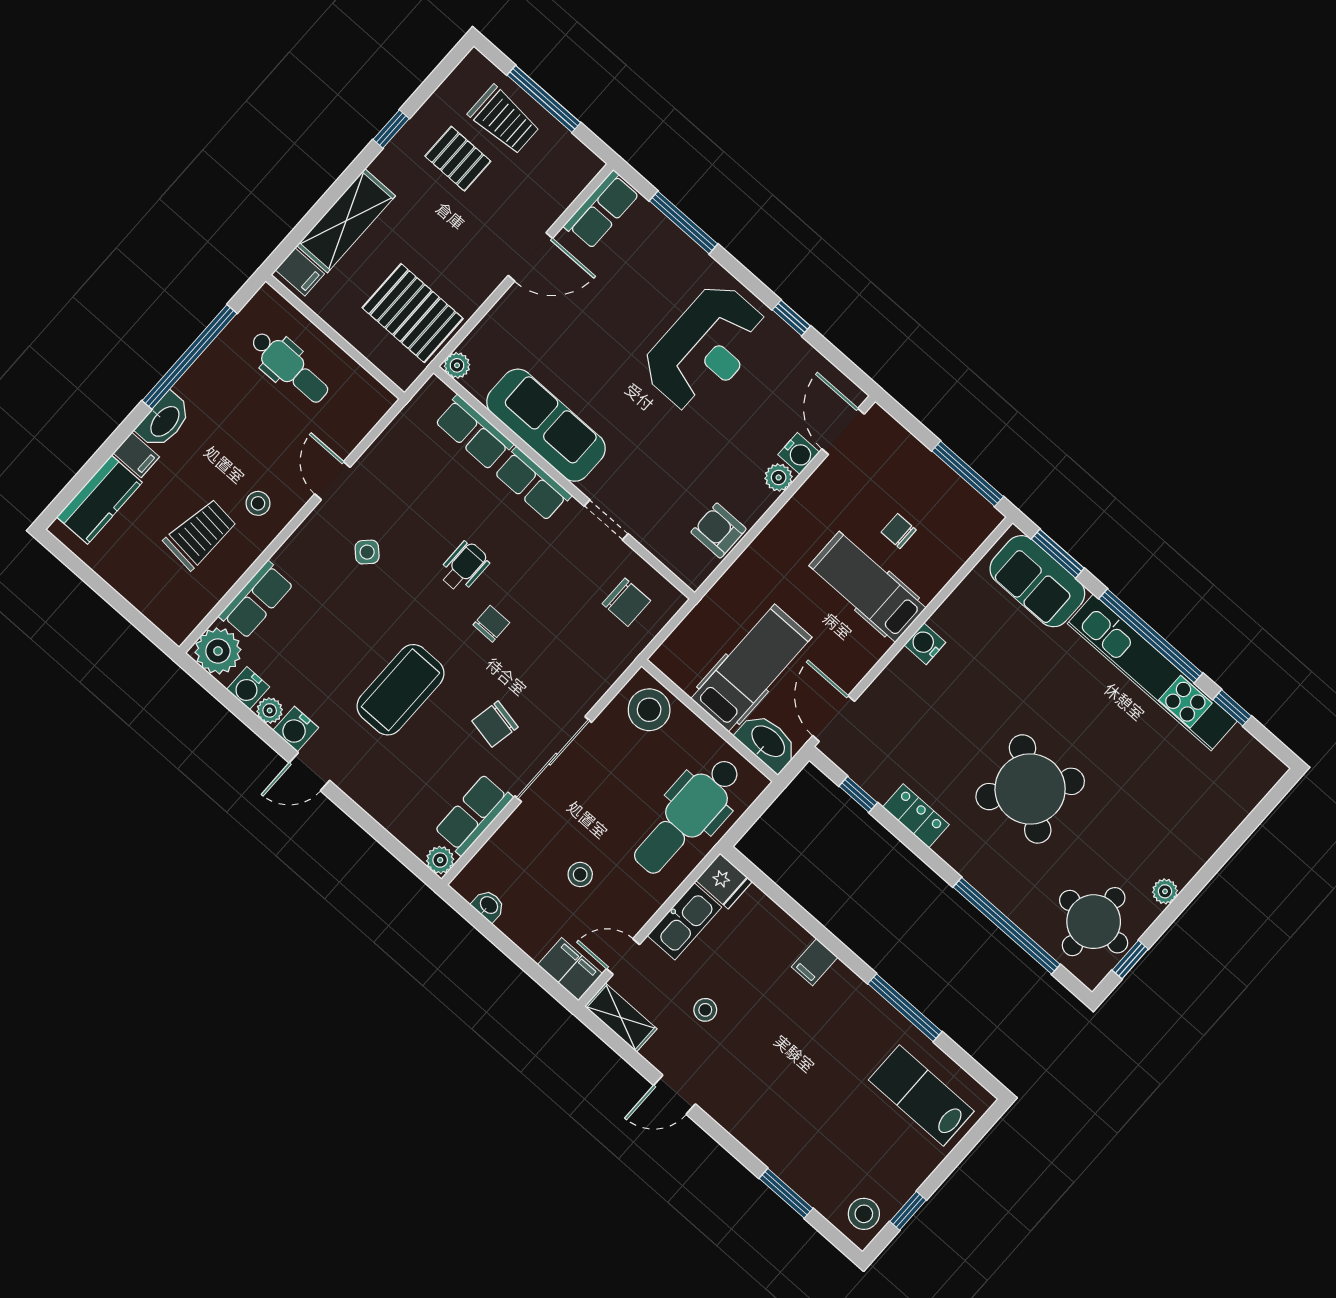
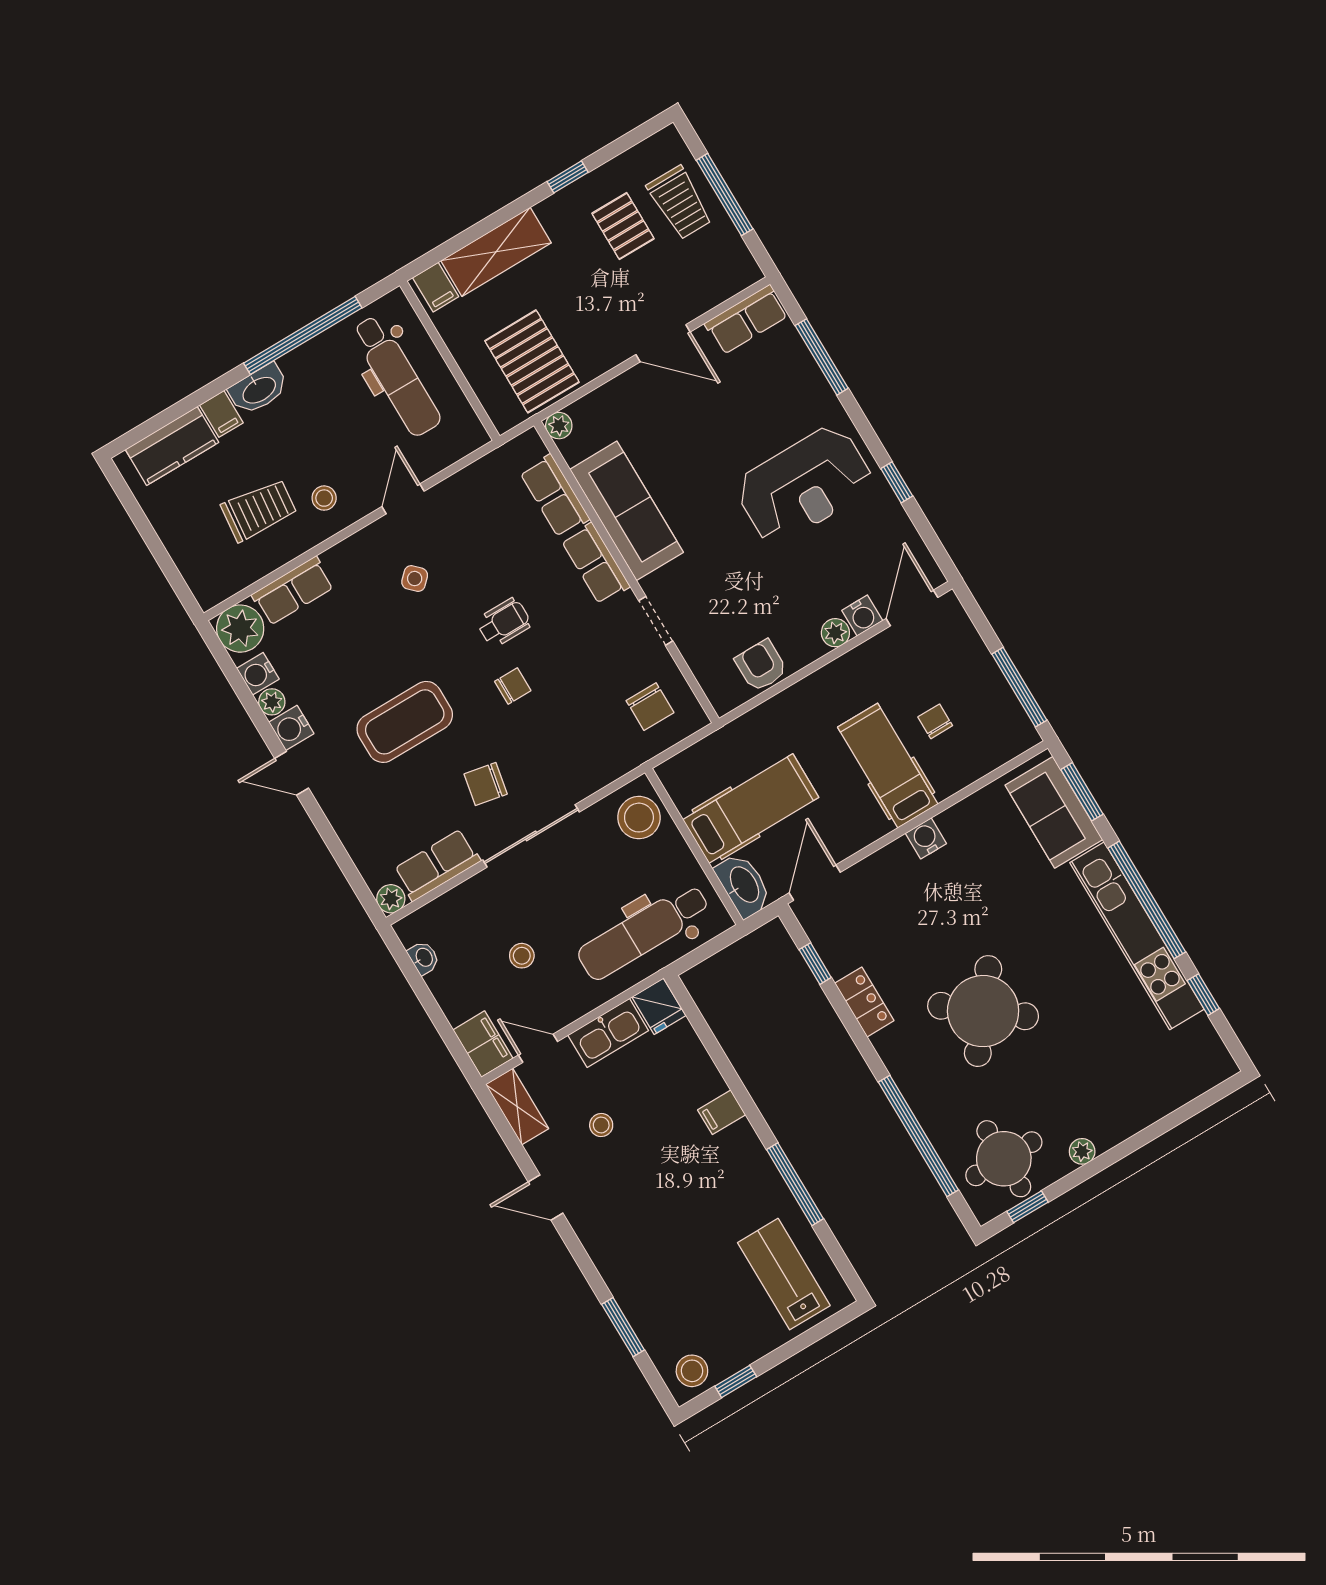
dental chair: (289, 367) -> (396, 376), width x1.36, depth x1.38

